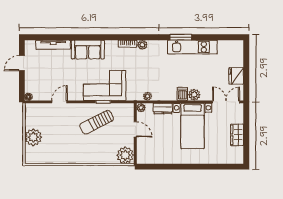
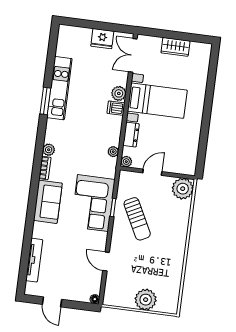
sofa: (88, 50) -> (48, 202), moved

